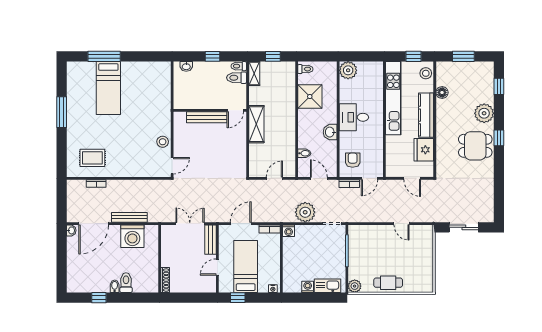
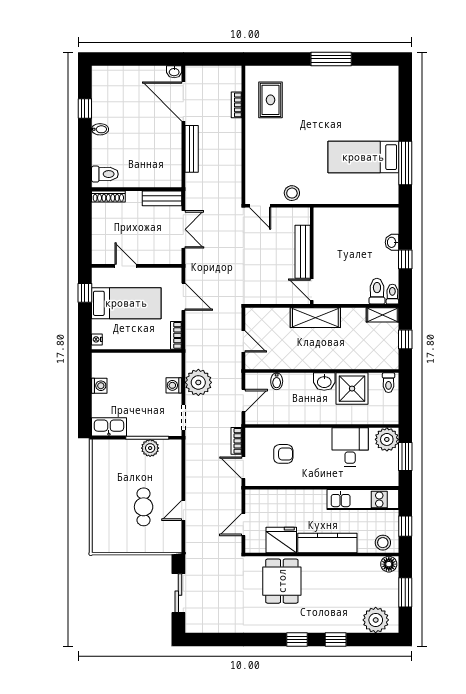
window: (104, 56) -> (405, 163), moved
window: (361, 56) -> (405, 457), added
washbasin: (186, 66) -> (392, 242), moved
window: (499, 86) -> (336, 640), moved
bed: (108, 88) -> (363, 157), moved
floor lamp: (442, 93) -> (389, 564), moved
kitchen unit: (393, 98) -> (363, 499), width x0.73
wall: (210, 110) -> (312, 256), moved
door: (235, 110) -> (312, 290), moved
plant: (484, 113) -> (376, 620), moved
bench: (207, 117) -> (303, 252), moved
desk: (354, 117) -> (350, 447), moved
washbasin: (330, 132) -> (324, 382), moved, turned 180
dining table: (475, 146) -> (282, 581), moved
armchair: (353, 160) -> (283, 454), moved
washing machine: (289, 231) -> (174, 385), moved
washing machine: (132, 236) -> (167, 153), removed
bench: (211, 240) -> (162, 198), moved
toilet: (126, 283) -> (105, 174), moved
cafe table: (388, 283) -> (144, 507), moved
kitchen sink: (328, 286) -> (109, 427), moved, turned -90
plant: (355, 286) -> (150, 448), moved

